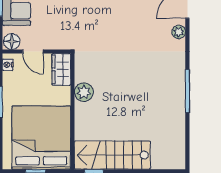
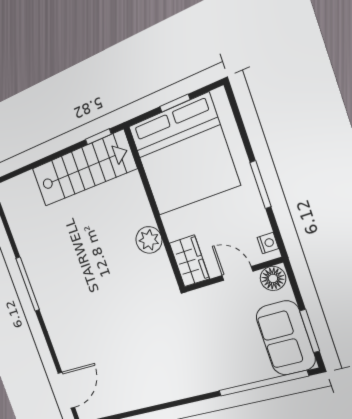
plant: (179, 32) -> (64, 354), removed

